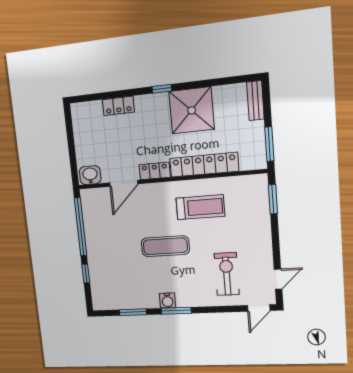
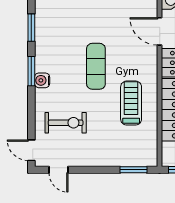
treadmill: (200, 207) -> (131, 103), turned 180
water cooler: (168, 300) -> (42, 80), moved

